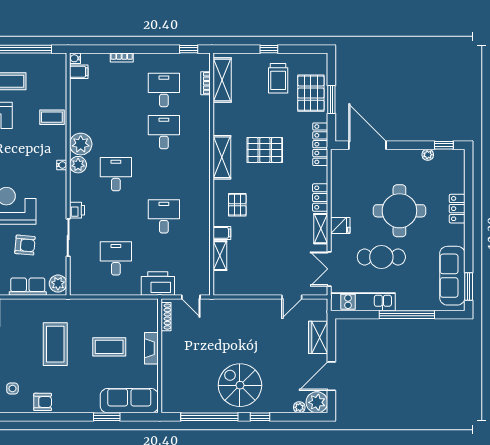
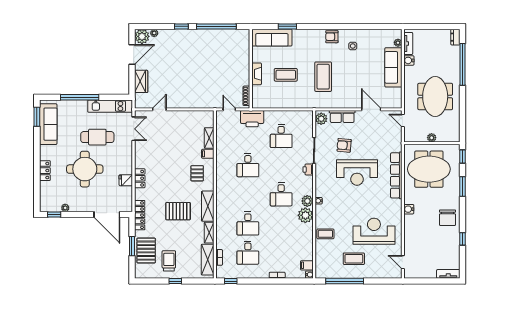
fridge: (340, 226) -> (126, 180), moved
shelving: (321, 229) -> (209, 233), moved
spiral stairs: (240, 385) -> (195, 48), removed

